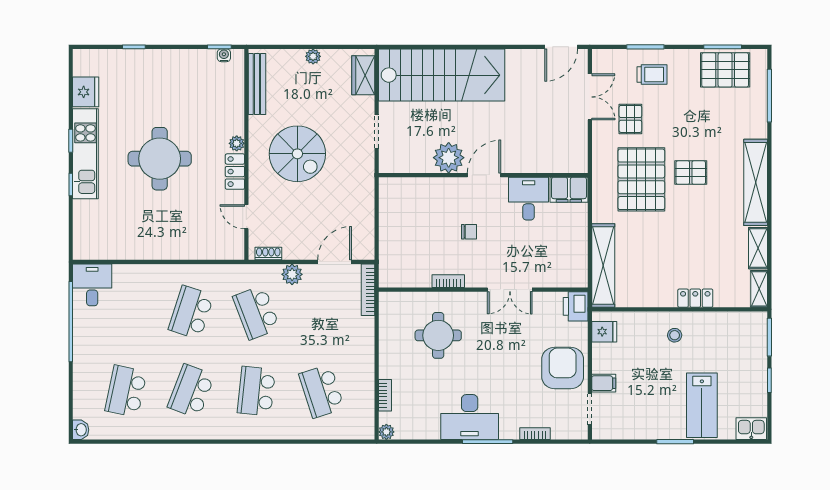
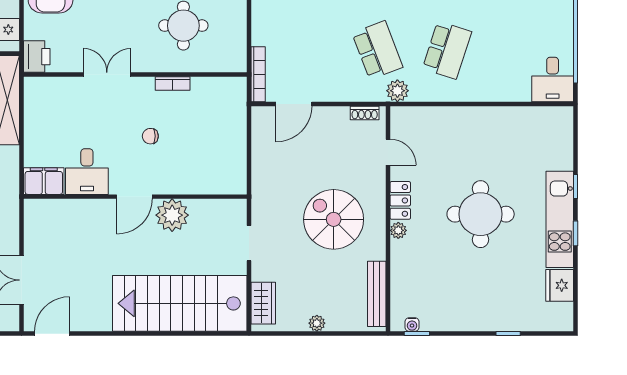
plant: (292, 274) -> (397, 91), moved

